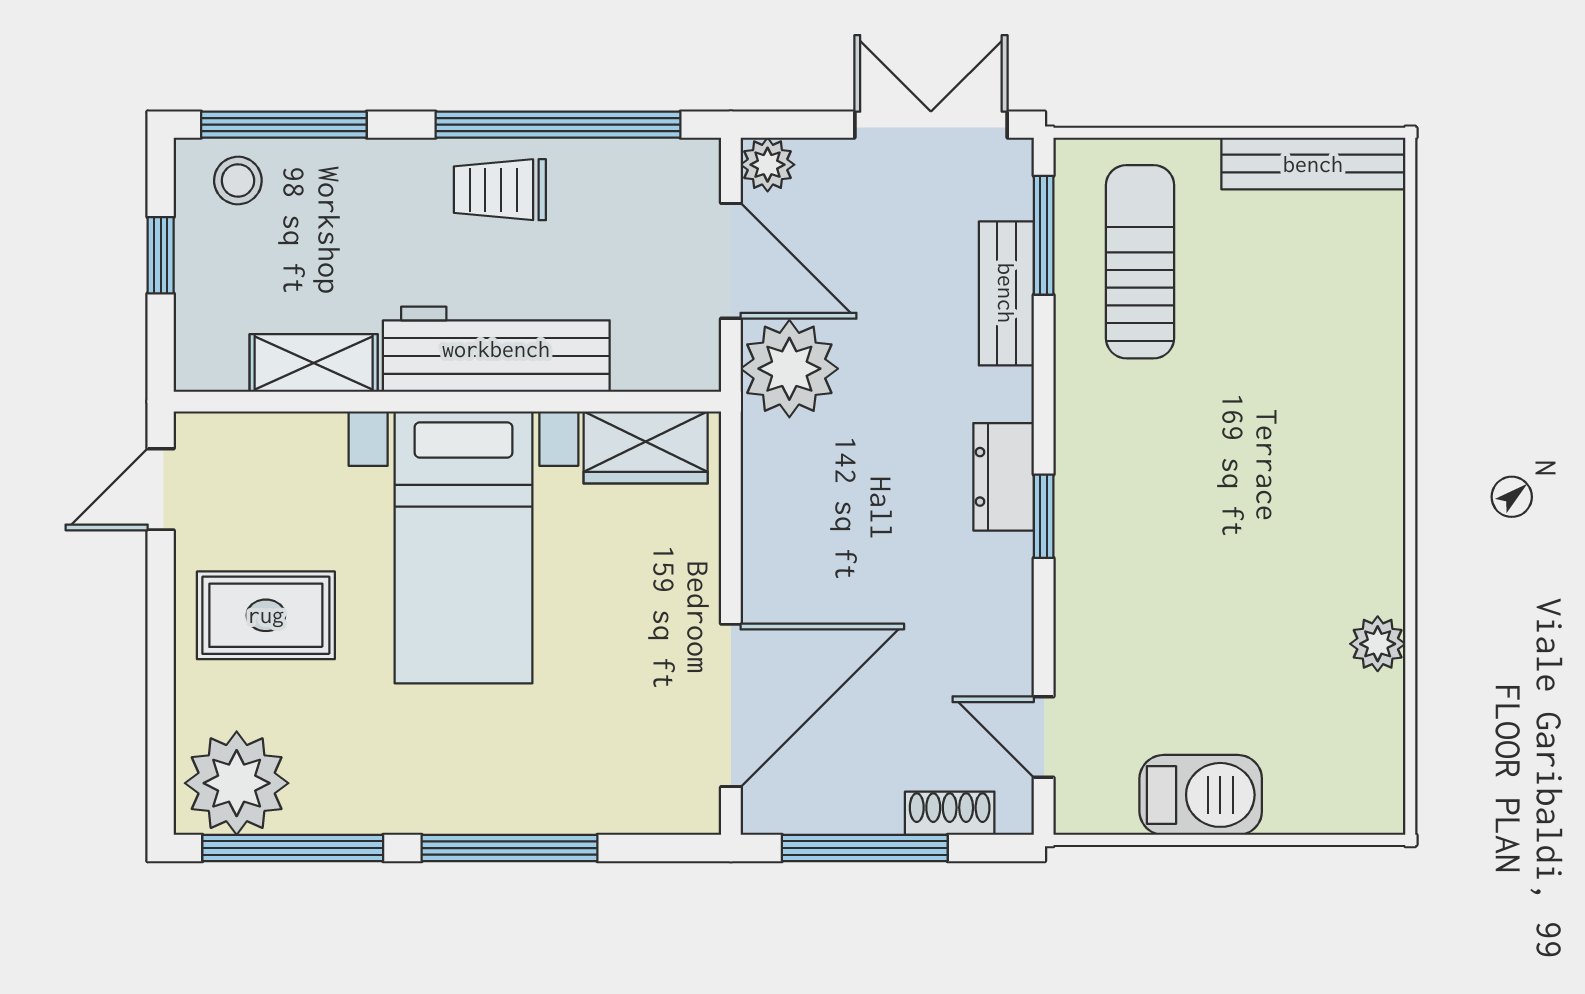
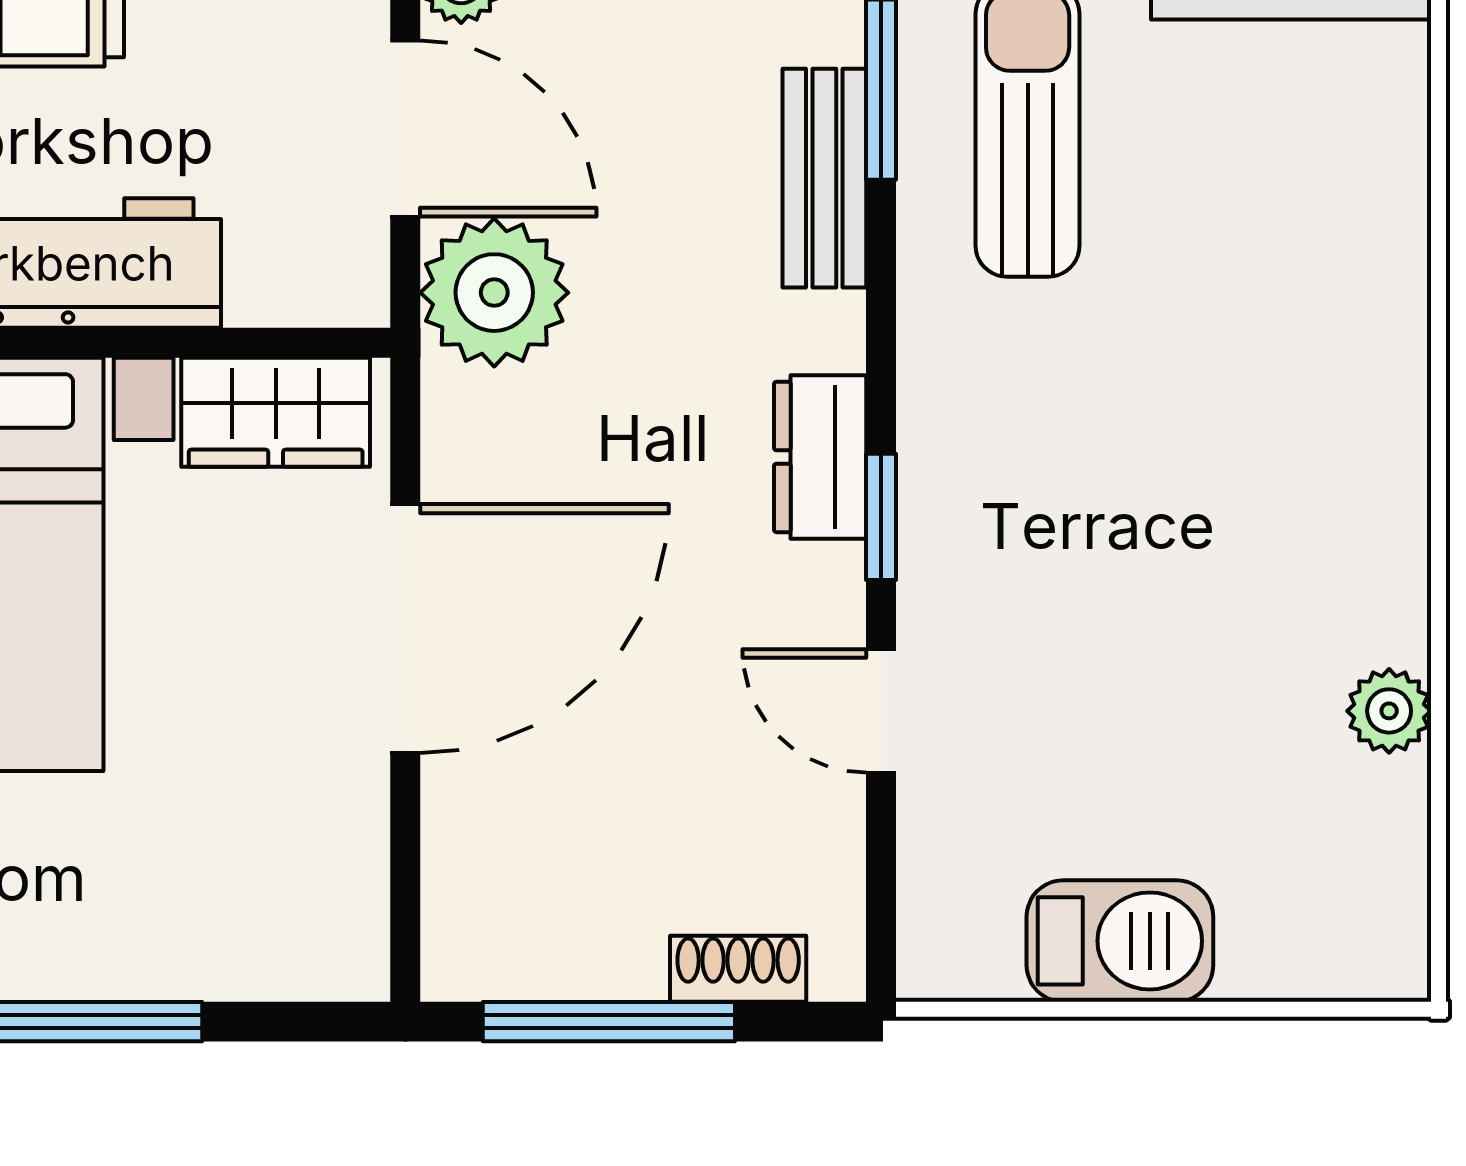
door: (731, 705) -> (405, 629), moved
door: (1044, 737) -> (881, 711), moved

